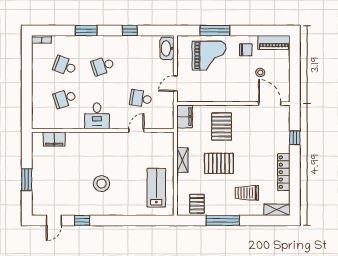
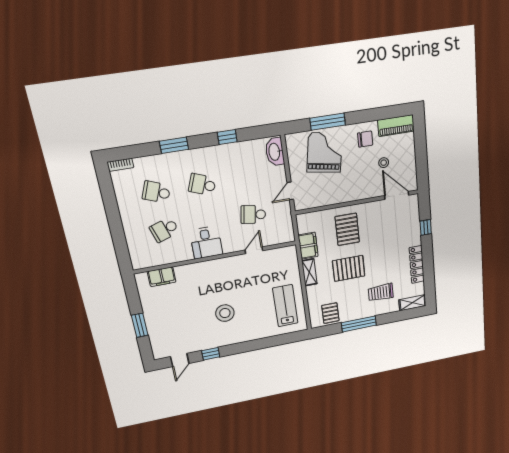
grand piano: (209, 56) -> (325, 152), turned -80
school desk: (103, 66) -> (202, 185), turned 39
filing cabinet: (185, 117) -> (308, 246), moved

